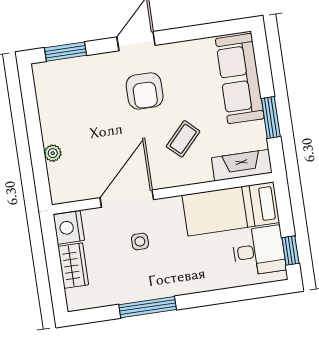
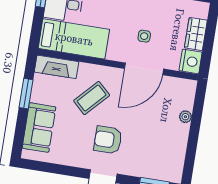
sofa: (240, 79) -> (39, 128), width x0.73
armchair: (145, 91) -> (108, 140), turned -90
coffee table: (183, 139) -> (92, 98), width x1.36, depth x1.30

